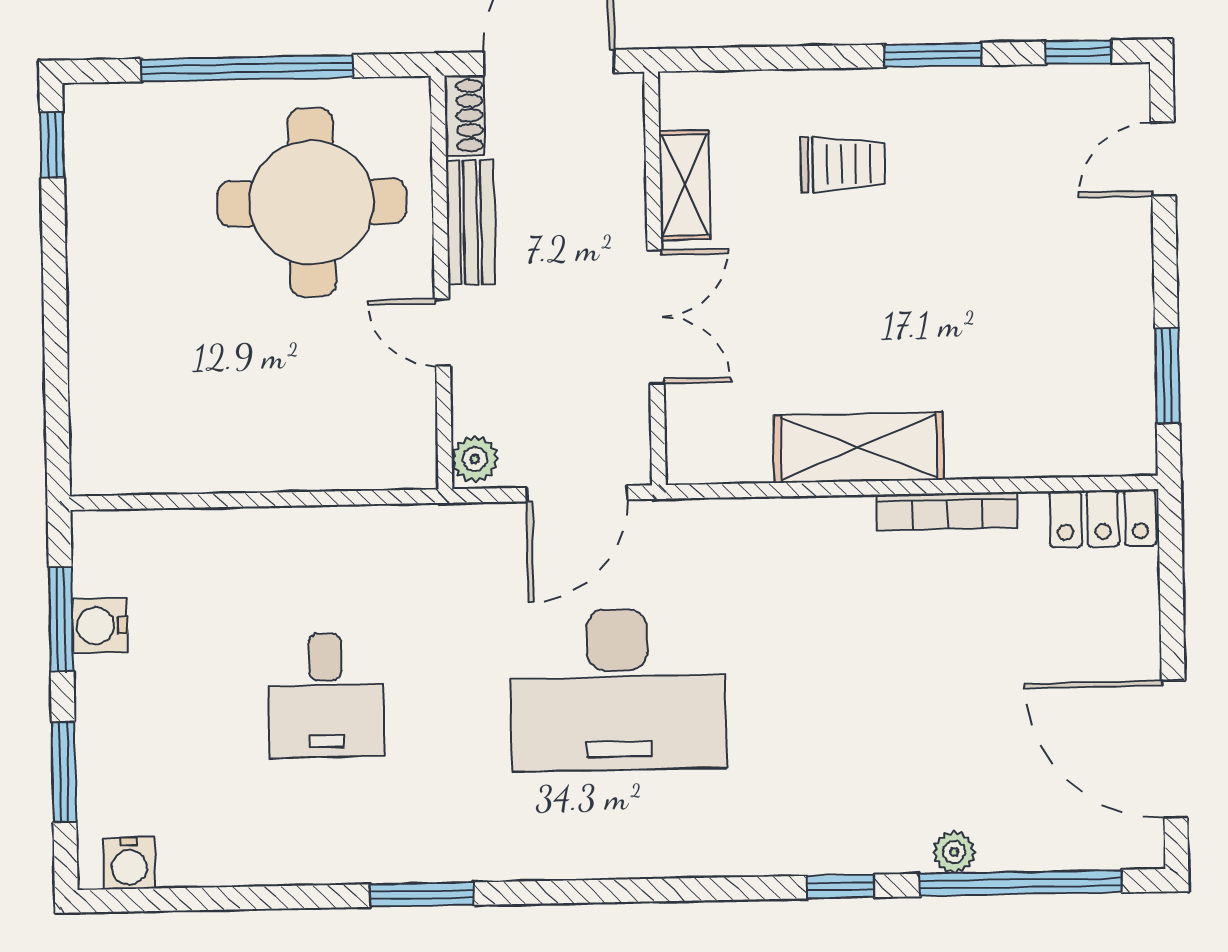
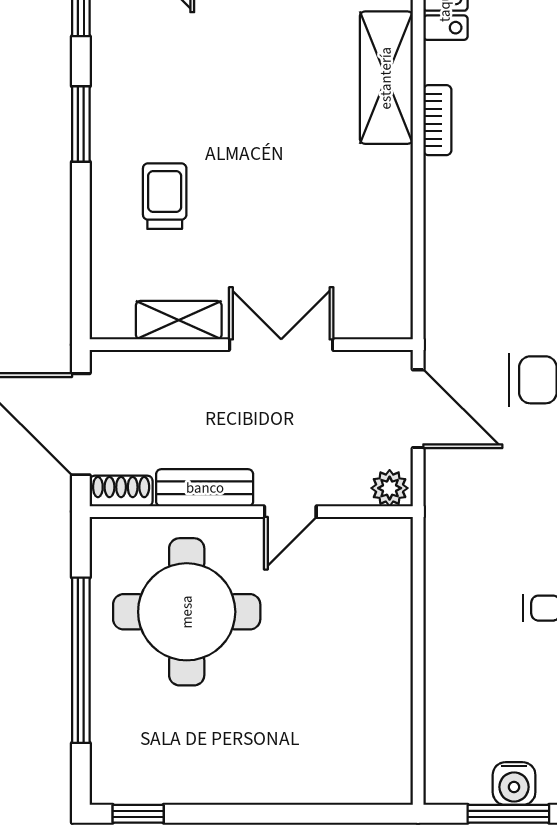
shelving: (859, 448) -> (386, 78), moved
bookcase: (947, 511) -> (437, 120), width x0.64

